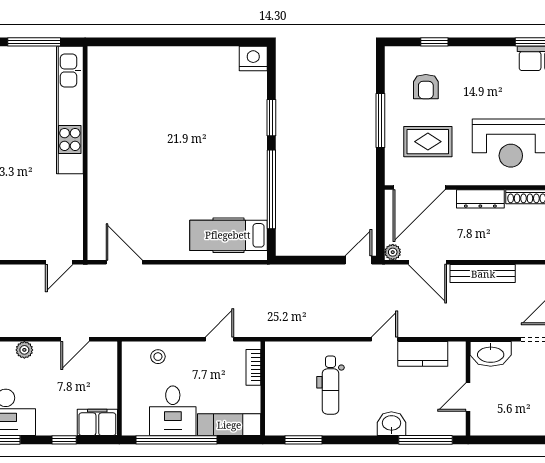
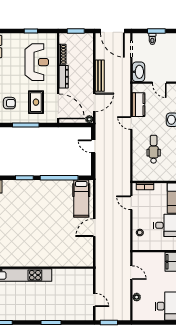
door: (358, 260) -> (93, 146), moved
door: (59, 262) -> (94, 300), moved
door: (124, 262) -> (94, 228), moved
dental chair: (331, 385) -> (154, 149), turned -90

